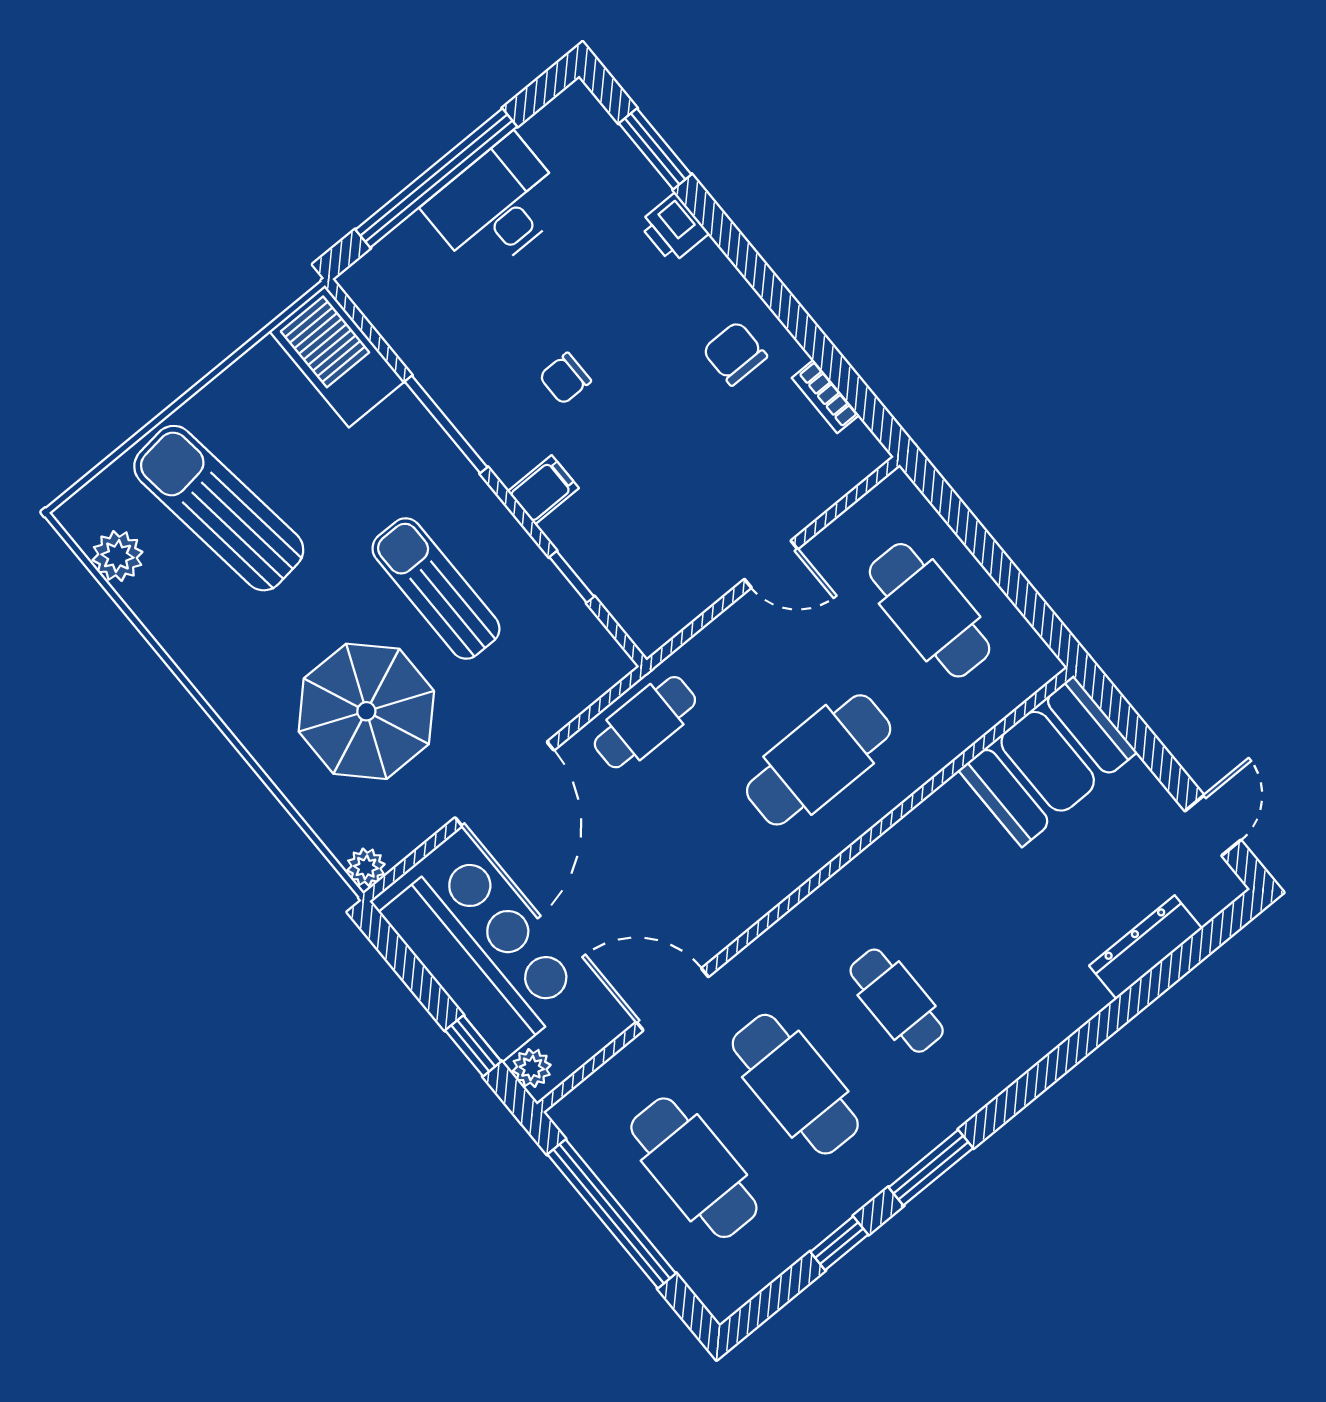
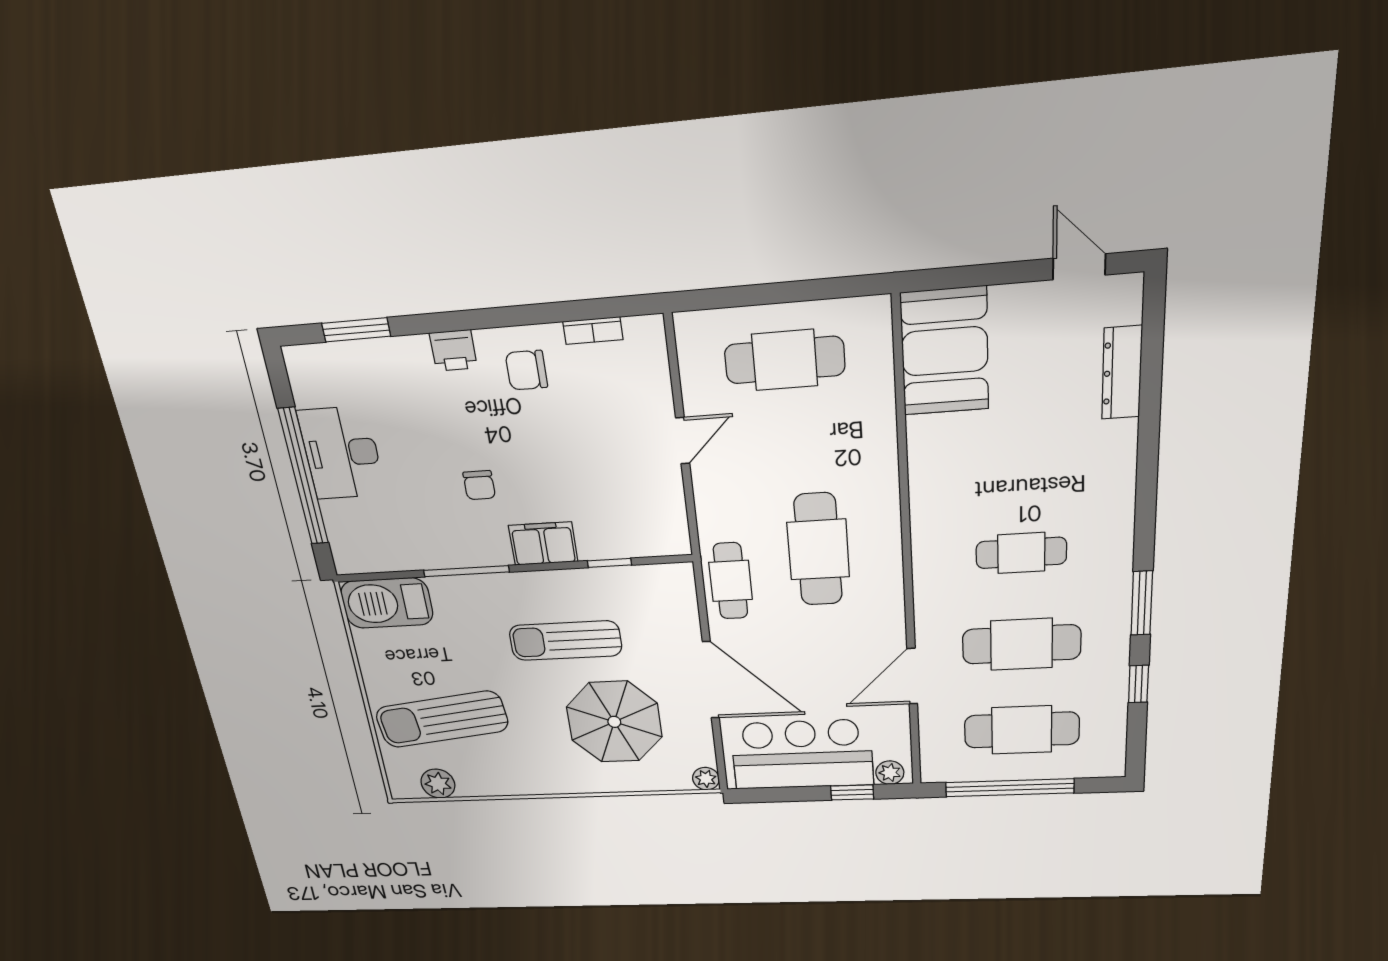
printer: (674, 228) -> (453, 350), moved
filing cabinet: (543, 490) -> (543, 544), width x2.00
cafe table: (819, 760) -> (818, 550), moved

